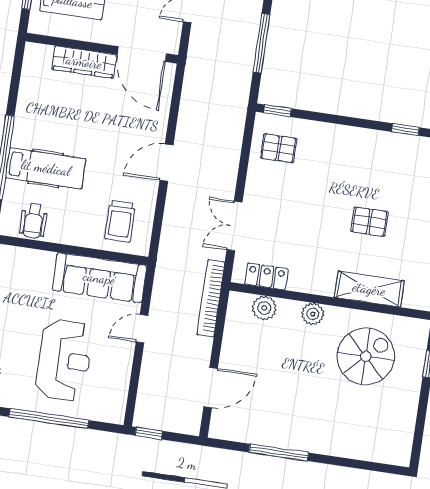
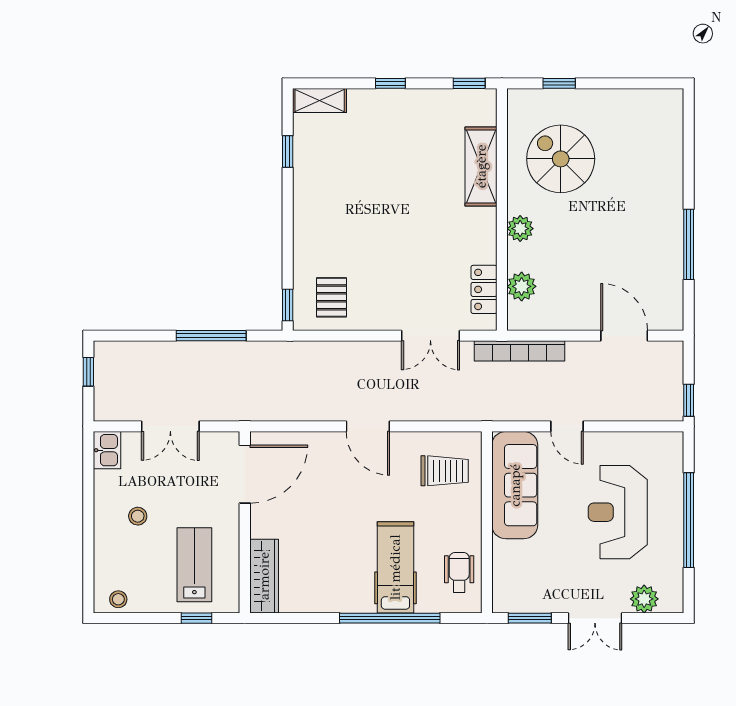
wardrobe: (84, 62) -> (264, 576), moved
wheelchair: (34, 221) -> (459, 572), turned -90
pallet: (369, 222) -> (402, 178), removed
reception desk: (64, 360) -> (618, 512), turned -90

